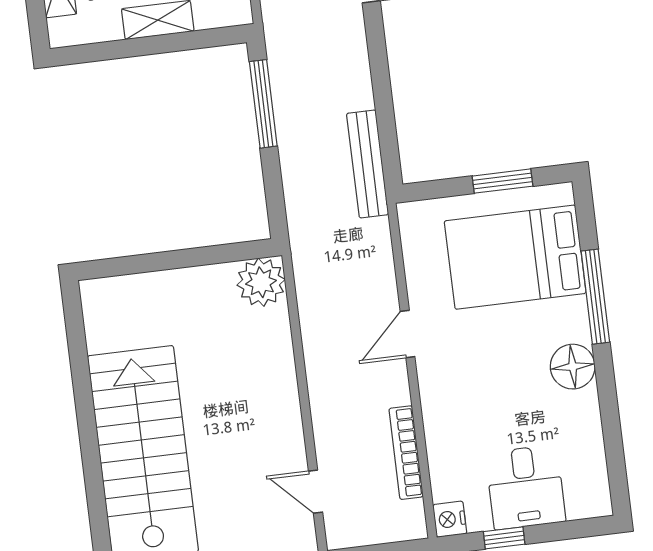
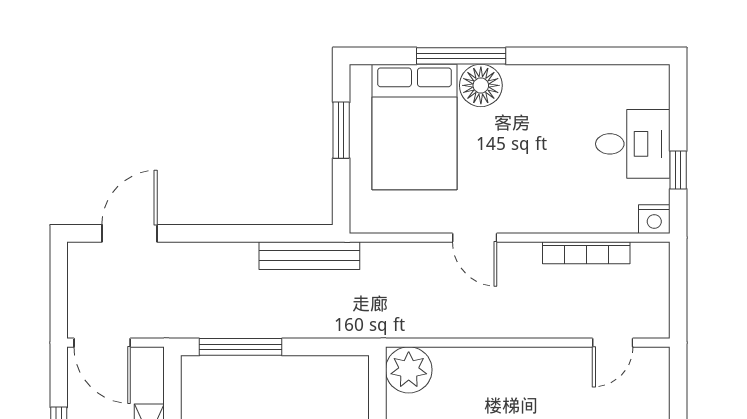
floor lamp: (573, 367) -> (481, 85), moved

